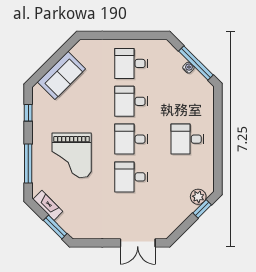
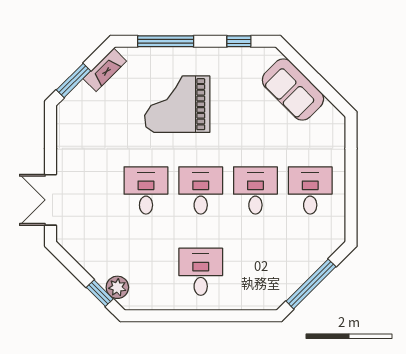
water cooler: (188, 68) -> (304, 273), removed

